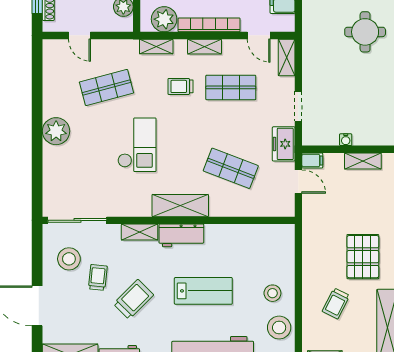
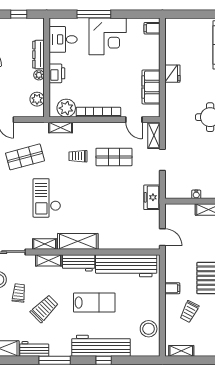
shelving: (204, 47) -> (45, 244), moved
doorway: (298, 106) -> (162, 160), moved
checkout: (137, 145) -> (47, 198), turned 180
filing cabinet: (312, 160) -> (172, 288), moved
shop shelf: (231, 168) -> (114, 215), removed
door: (298, 182) -> (162, 237), moved
workbench: (248, 239) -> (126, 266), added
stool: (272, 293) -> (144, 304), removed

